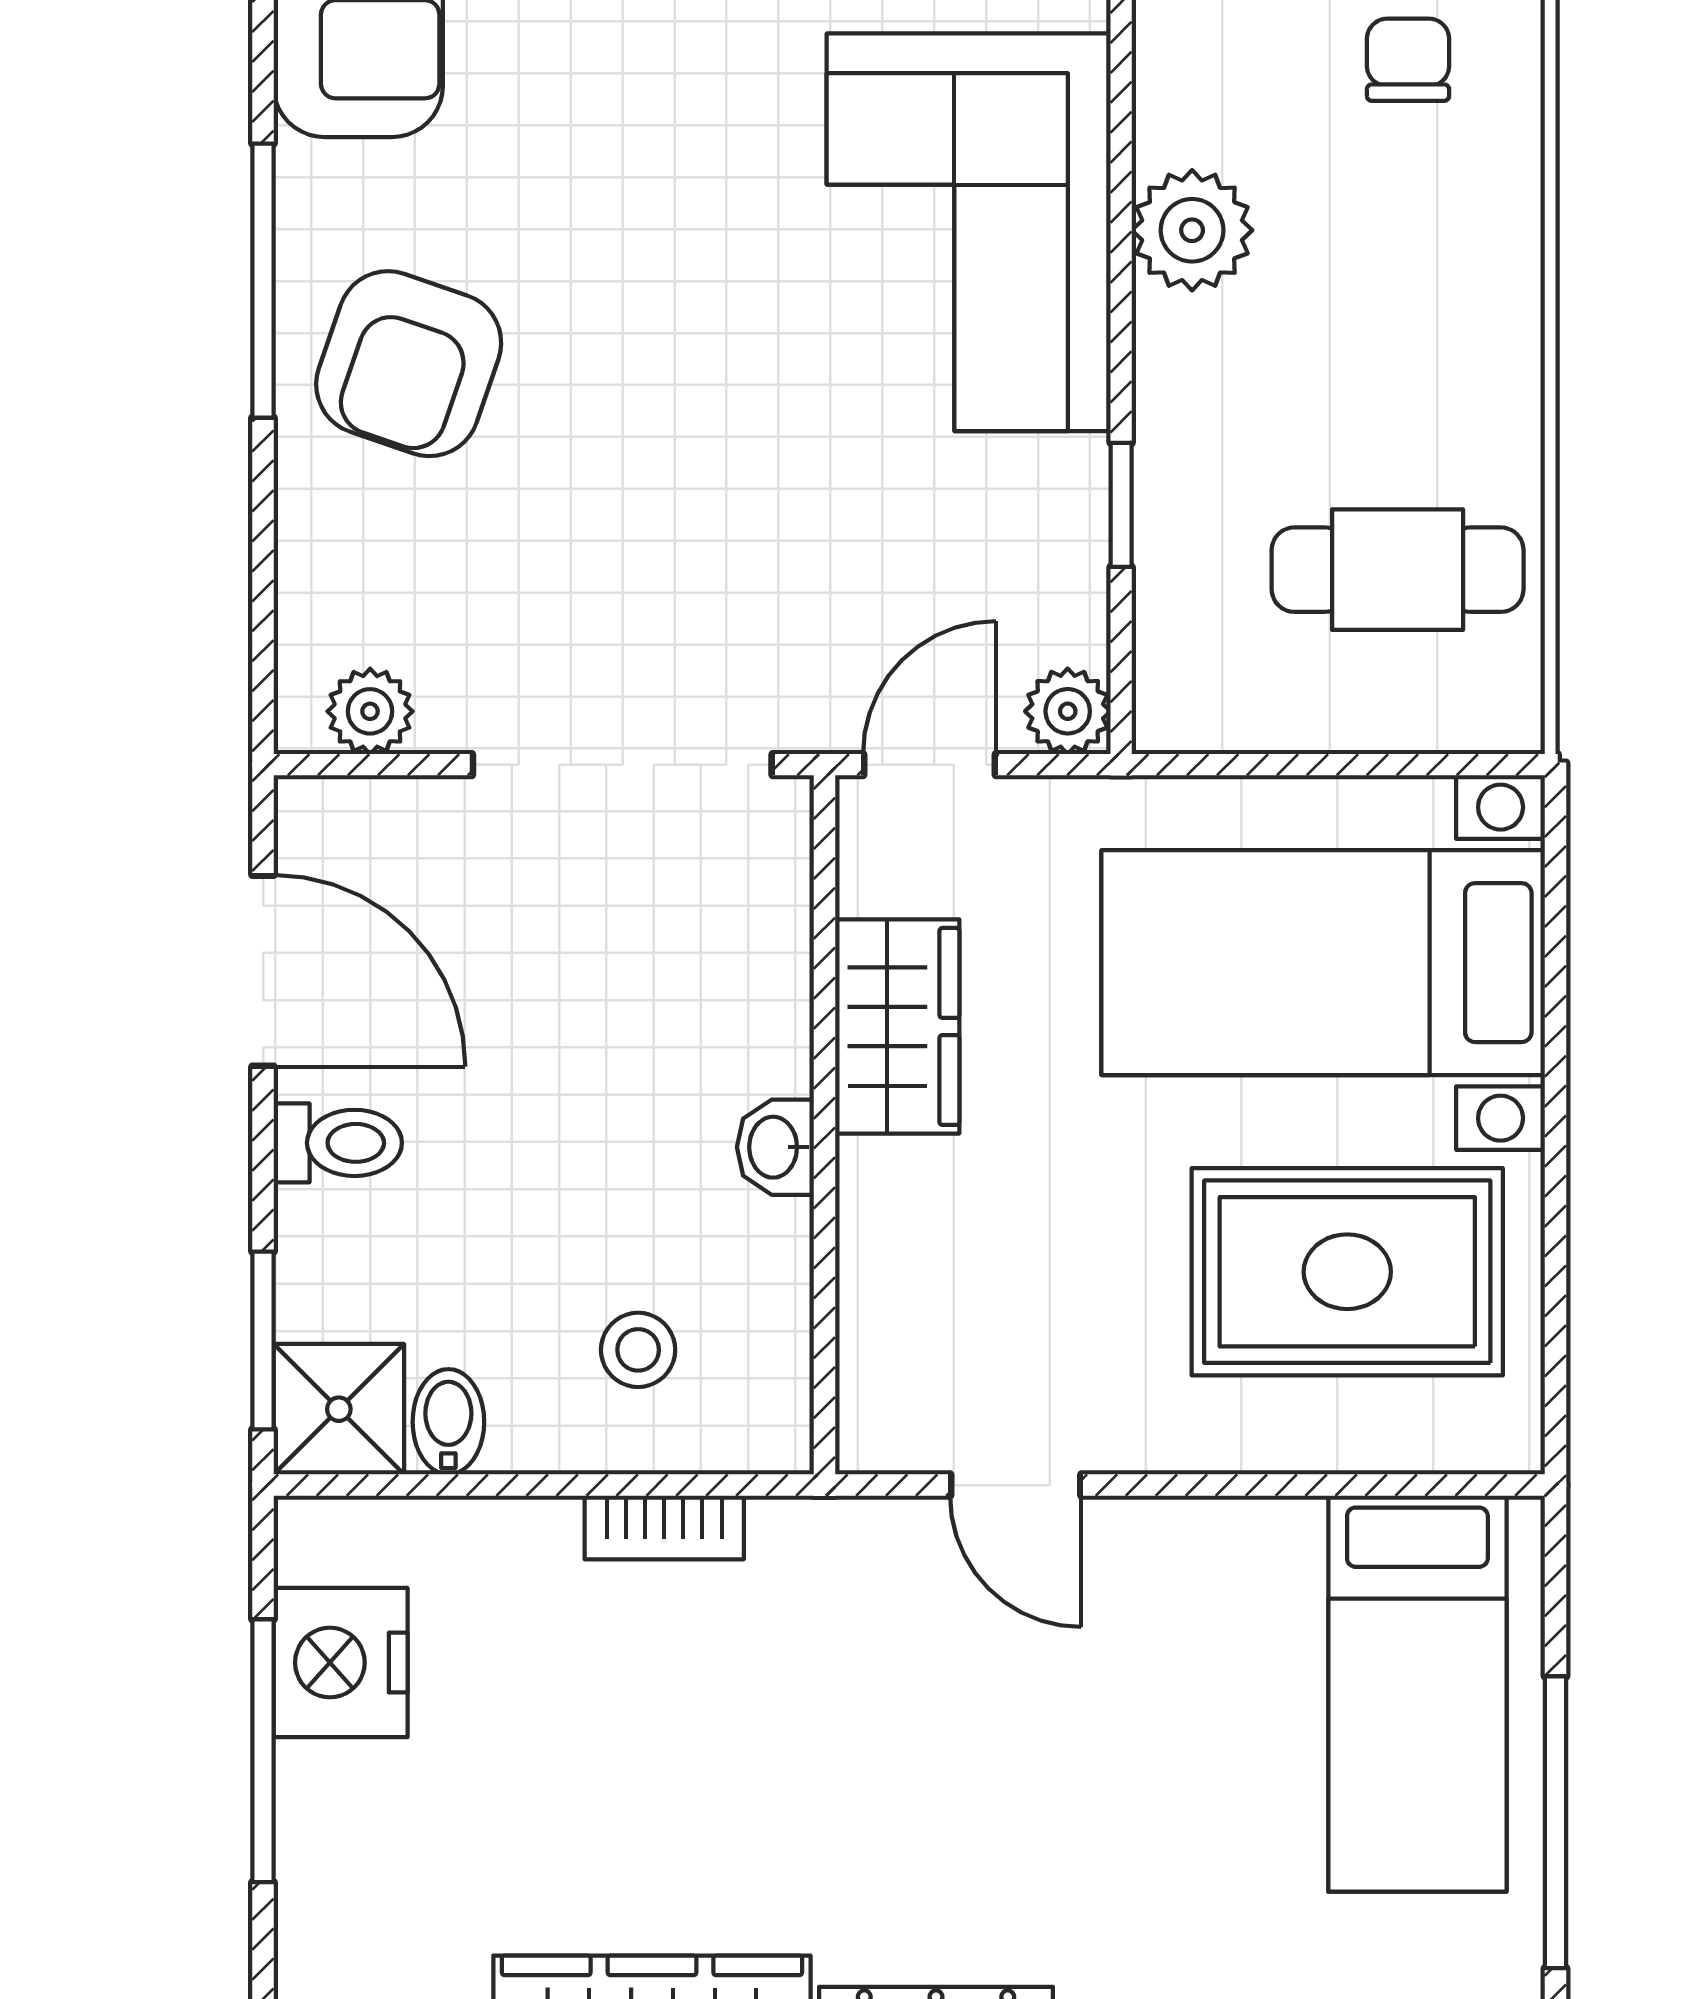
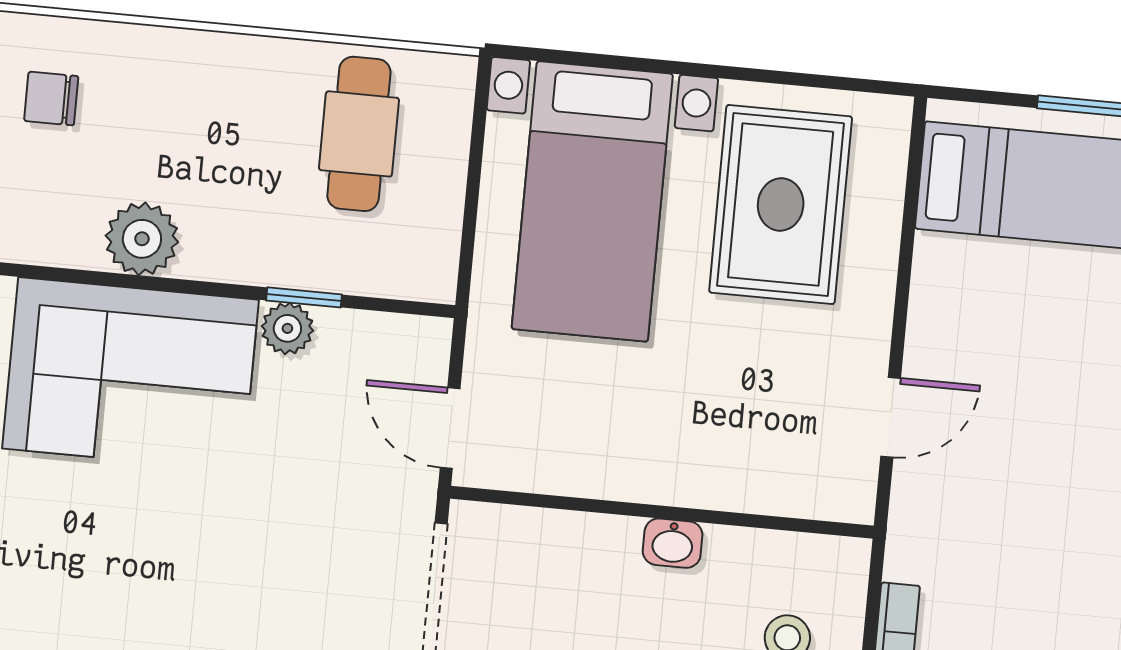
plant: (1068, 711) -> (287, 328), moved
wardrobe: (897, 1026) -> (607, 463), removed

